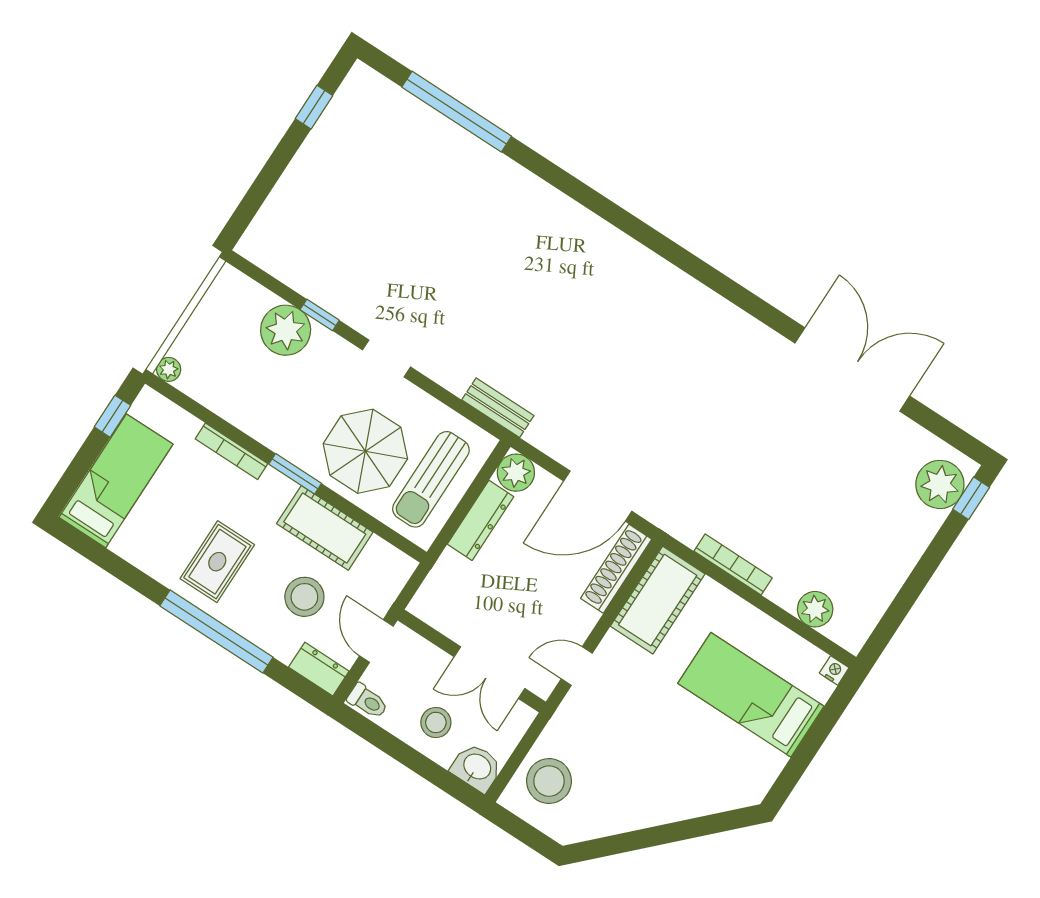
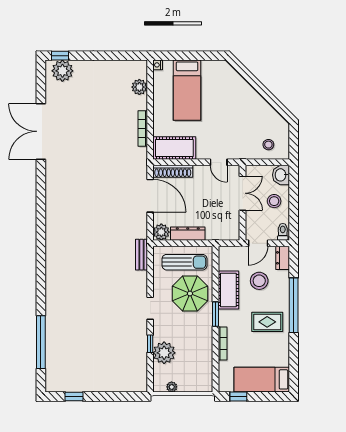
plant: (169, 369) -> (172, 387), moved
stool: (549, 781) -> (268, 145), width x0.53, depth x0.53

